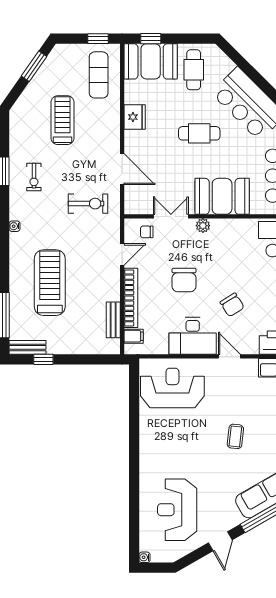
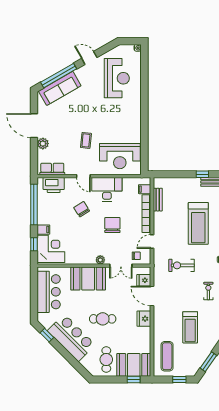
window: (98, 39) -> (179, 379), moved
fridge: (135, 117) -> (144, 319), moved
fridge: (135, 194) -> (144, 280), added
exercise bike: (88, 204) -> (182, 265), moved
coffee table: (235, 436) -> (86, 140), moved
door: (220, 541) -> (89, 58), hinge flipped

